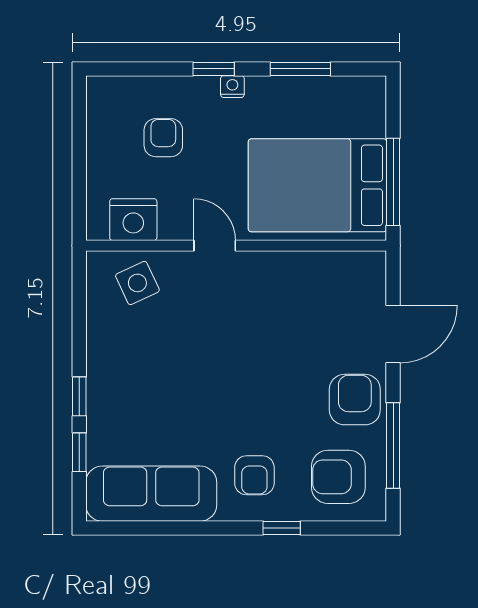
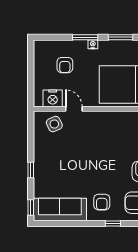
window: (214, 69) -> (85, 37), width x1.50
armchair: (163, 138) -> (65, 65), turned 180
door: (215, 246) -> (74, 109), moved
window: (79, 452) -> (31, 208), moved

